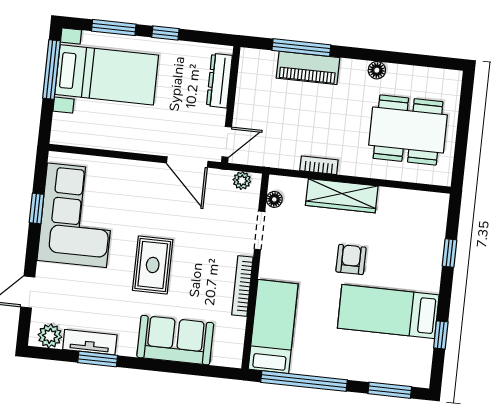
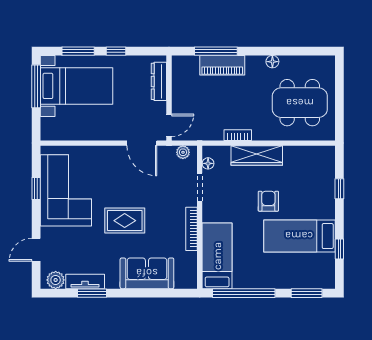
rug: (153, 265) -> (125, 221), turned 90

